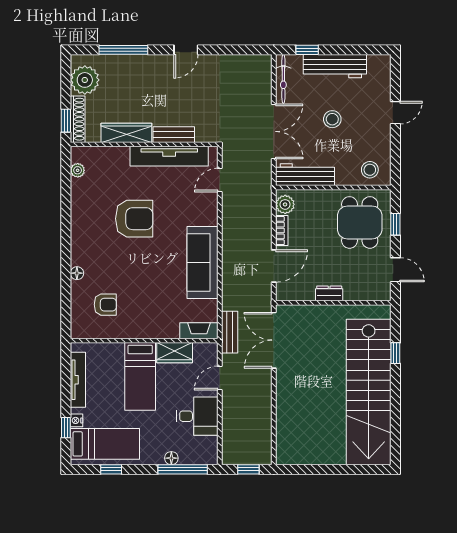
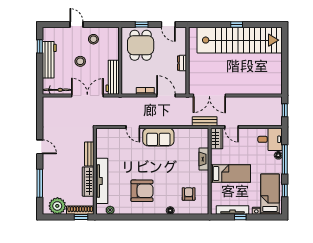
window: (307, 50) -> (40, 46), moved
tv unit: (169, 156) -> (102, 181), moved
stool: (370, 170) -> (93, 39), moved
door: (220, 180) -> (133, 127), moved
plant: (285, 204) -> (130, 89), removed
armchair: (134, 219) -> (142, 191), moved, turned 90
dining table: (360, 222) -> (141, 45), turned 90
sofa: (203, 263) -> (158, 137), width x0.73
door: (395, 270) -> (168, 24), swing flipped
fireplace: (199, 331) -> (204, 159), moved
wardrobe: (175, 353) -> (217, 138), moved
window: (395, 353) -> (237, 24), moved
desk: (197, 416) -> (270, 139), moved, turned 90
window: (66, 428) -> (240, 217), moved
window: (183, 469) -> (285, 159), moved

